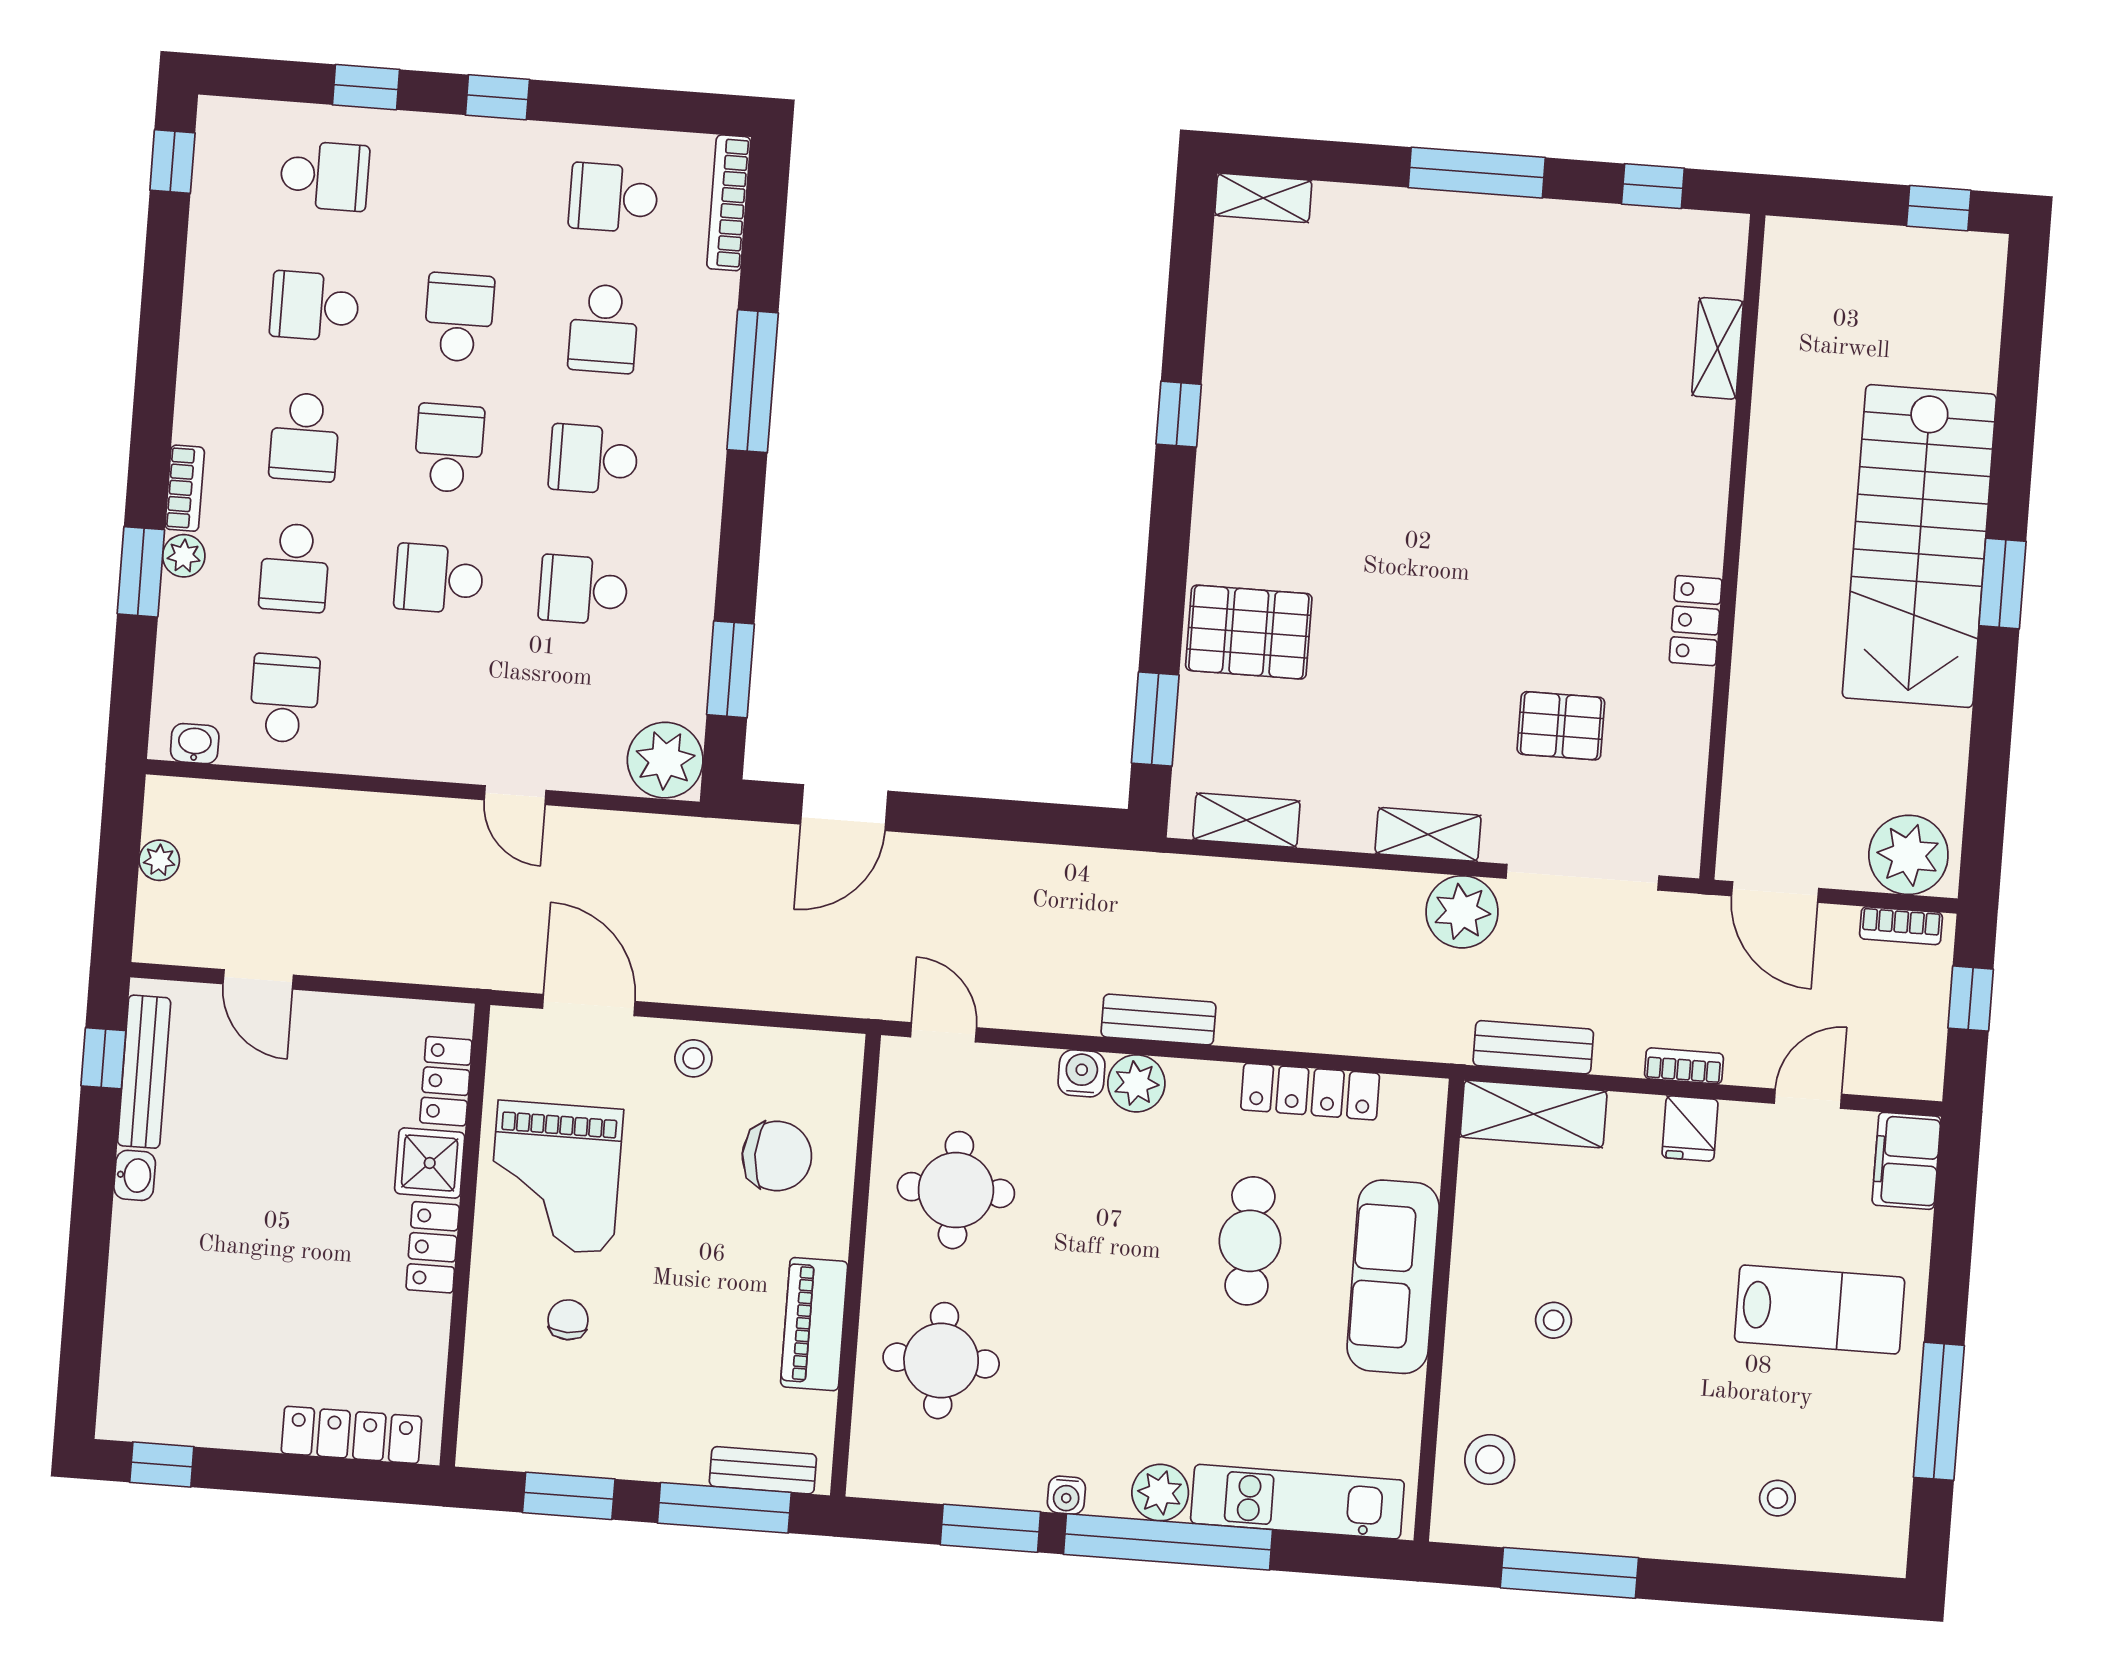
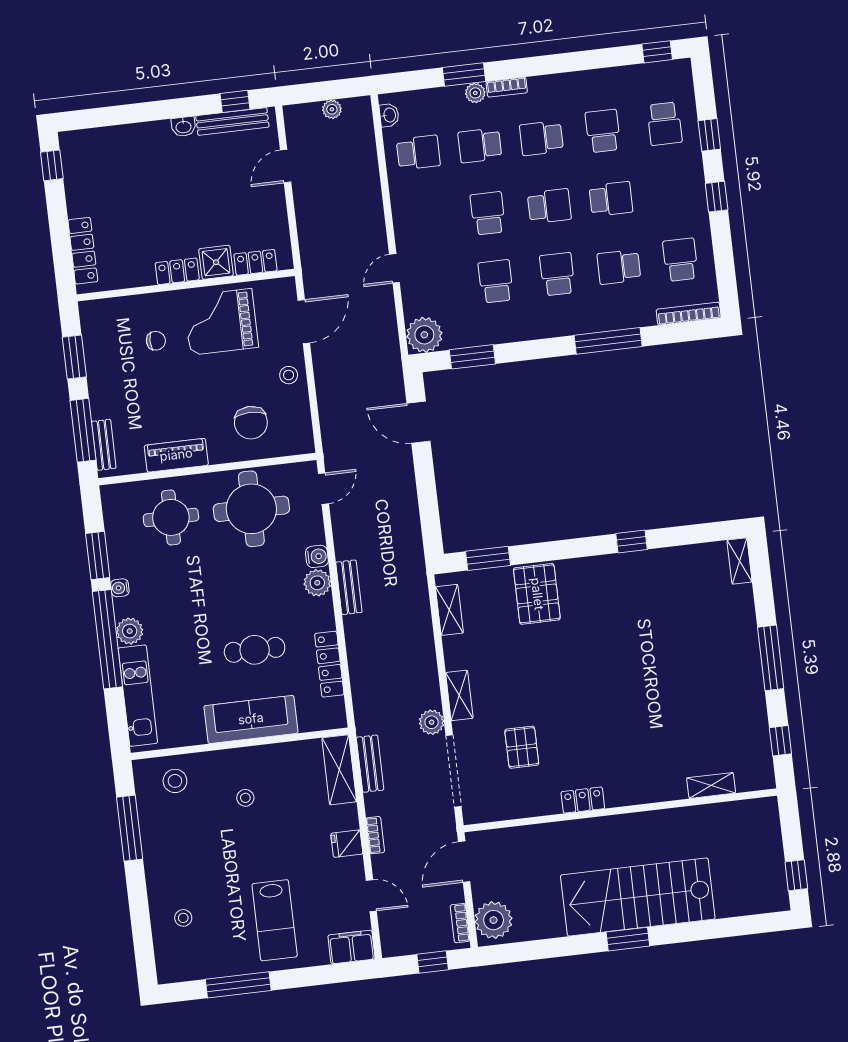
plant: (1462, 912) -> (432, 722), width x0.73, depth x0.73
round table: (956, 1190) -> (251, 509), width x1.36, depth x1.36

